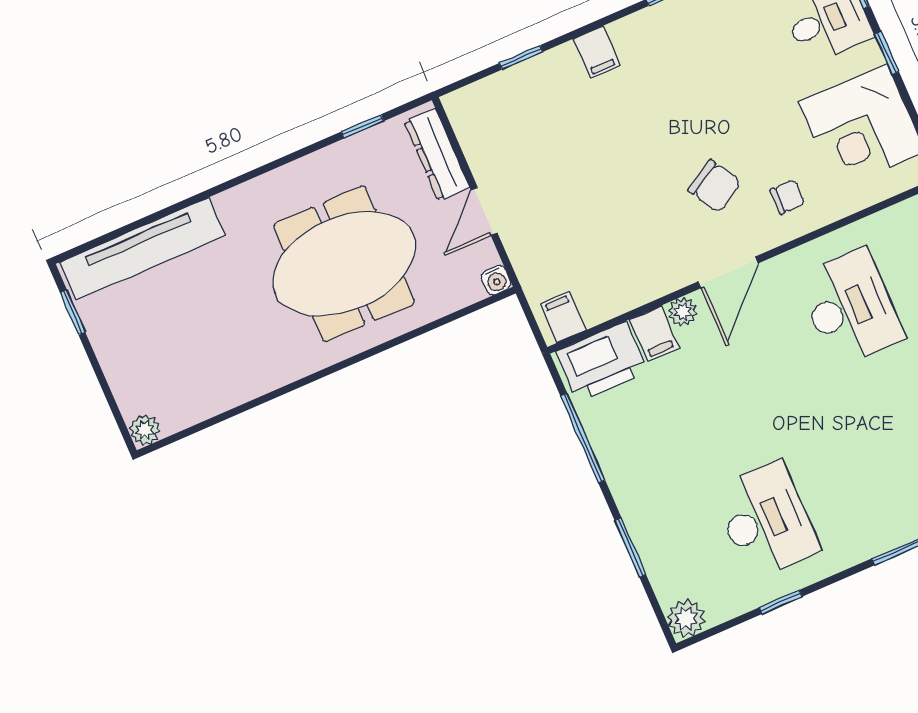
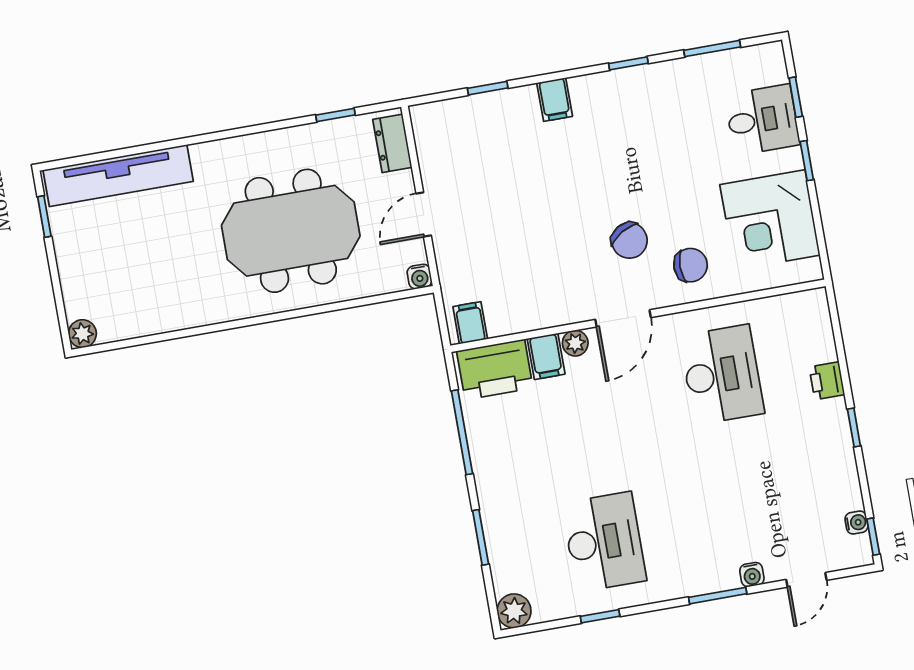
dresser: (437, 154) -> (392, 143), width x0.70
chair: (787, 197) -> (691, 265), width x1.37, depth x1.37

